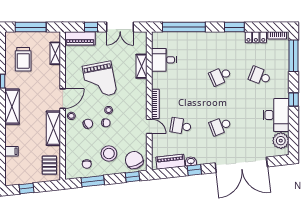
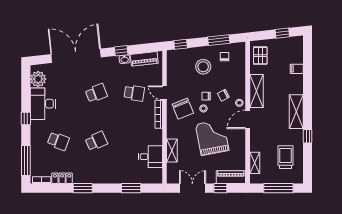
window: (184, 27) -> (131, 188), width x0.47
chair: (134, 160) -> (183, 109), moved

